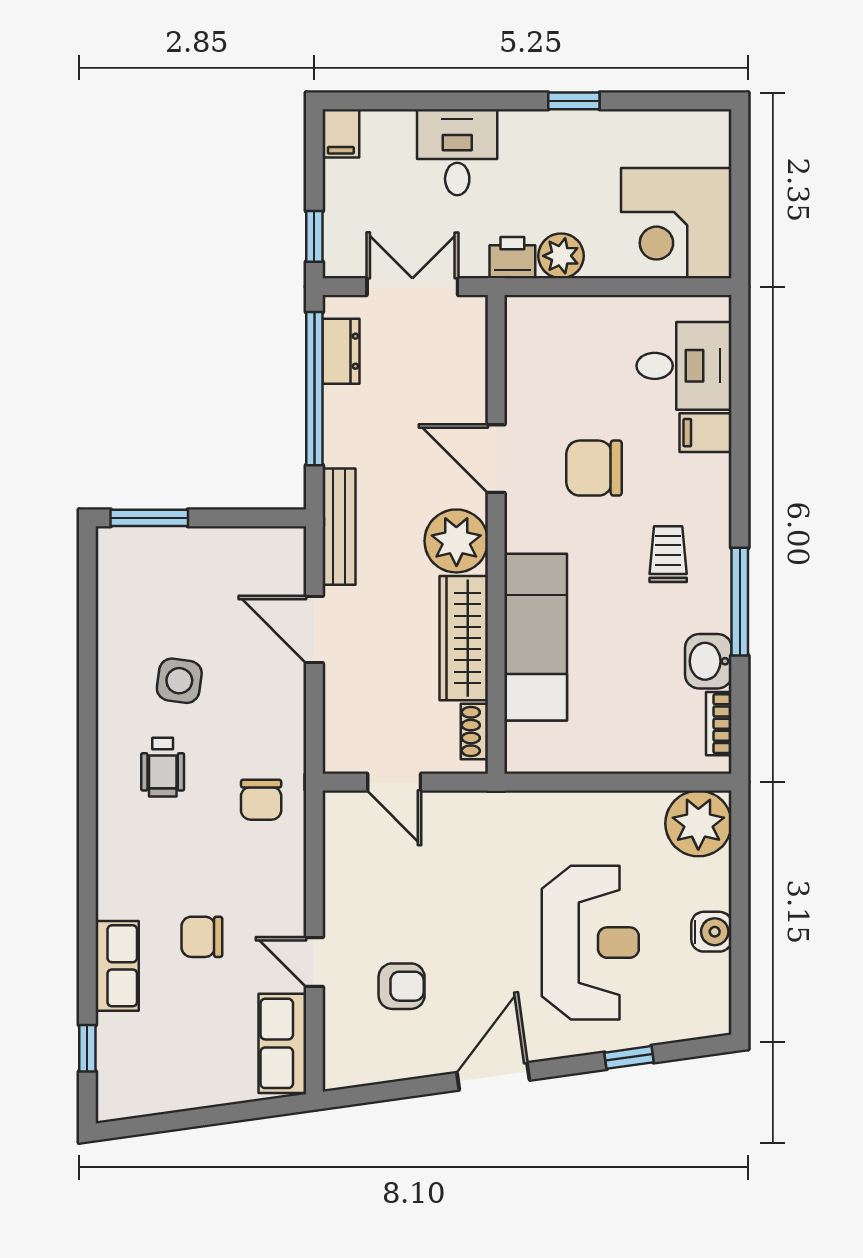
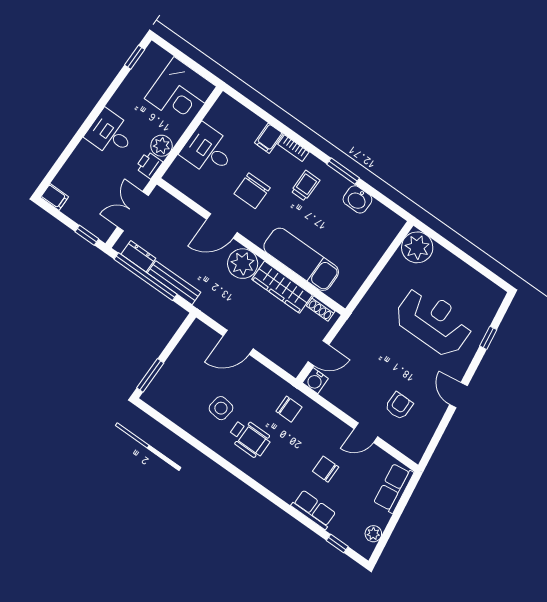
window: (574, 101) -> (135, 57), moved
desk: (457, 152) -> (110, 134), moved
desk: (684, 366) -> (208, 150), moved, turned -90
bench: (339, 527) -> (174, 283), moved
trolley: (668, 554) -> (305, 186), turned 90
window: (740, 602) -> (343, 171), width x0.69
bookcase: (719, 724) -> (293, 148), moved
wheelchair: (163, 767) -> (250, 438), width x1.36, depth x1.37
water cooler: (711, 932) -> (315, 381), moved, turned 180
chair: (202, 937) -> (326, 469), turned 90
row of seats: (282, 1043) -> (394, 488), moved, turned 82
door: (493, 1076) -> (459, 395), width x0.73
plant: (149, 1099) -> (373, 534), added

